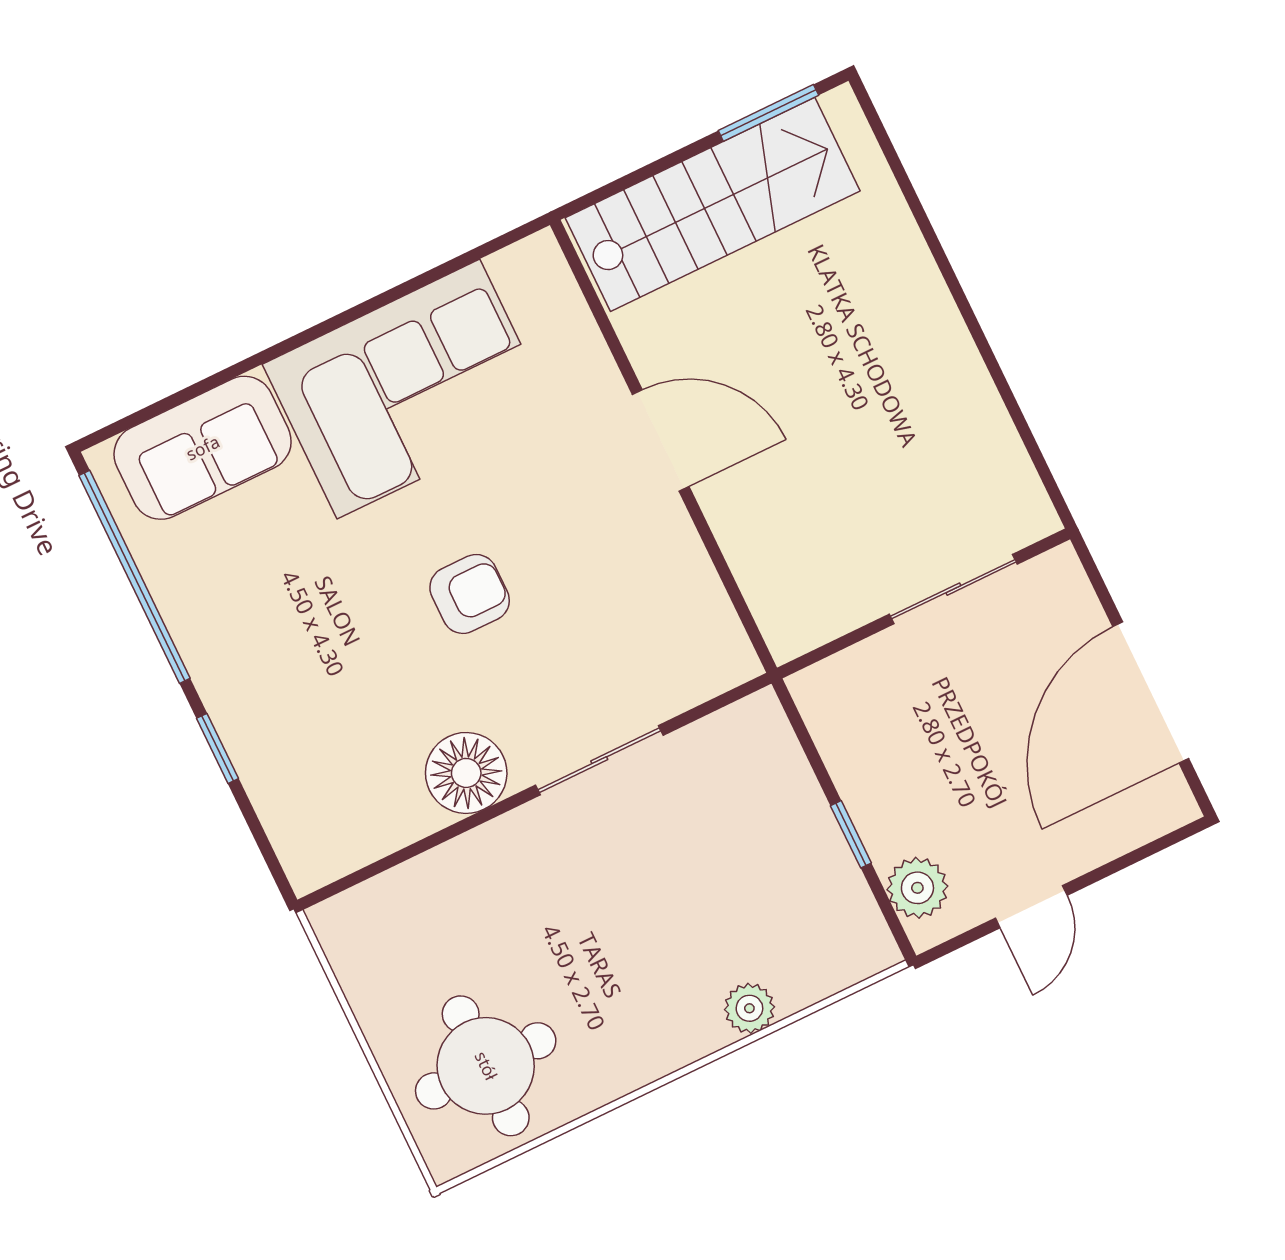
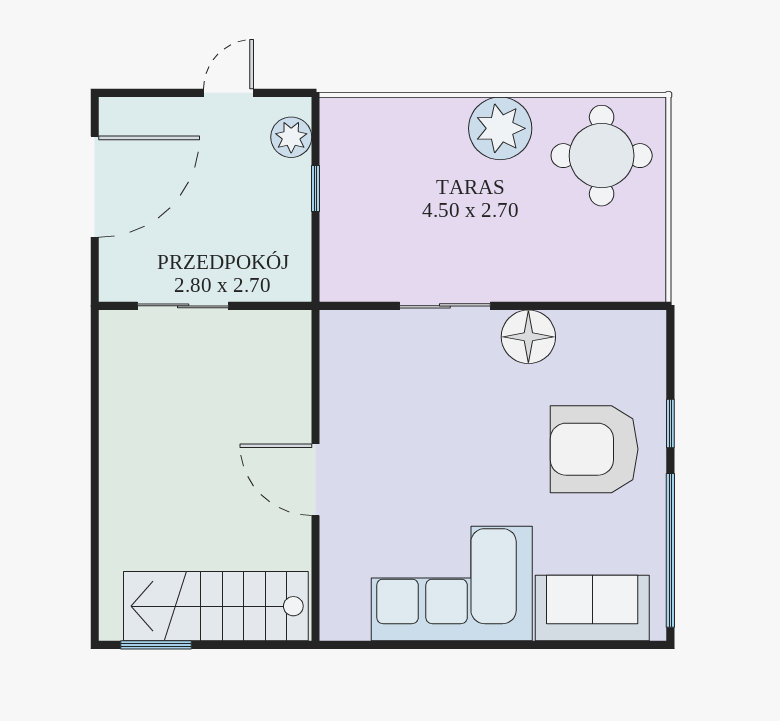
armchair: (470, 594) -> (594, 449), moved, width x1.88, depth x1.88
plant: (749, 1008) -> (500, 128), moved, width x1.87, depth x1.87

